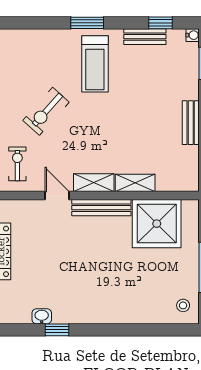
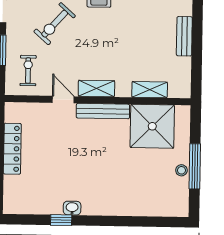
shelving: (135, 183) -> (150, 90), moved
stool: (183, 305) -> (181, 170), moved
washbasin: (42, 316) -> (72, 208), moved

